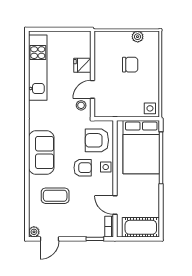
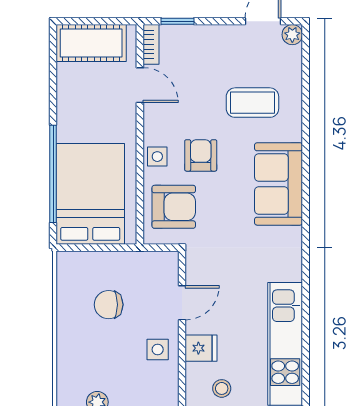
chair: (130, 65) -> (109, 305), moved
stool: (81, 105) -> (222, 388), moved
side table: (150, 108) -> (158, 350), moved
armchair: (83, 168) -> (201, 155), turned 90

